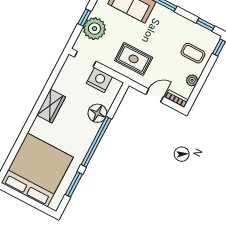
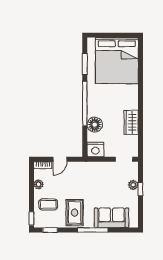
plant: (94, 29) -> (133, 185), width x0.53, depth x0.53
rug: (134, 59) -> (75, 213), moved, turned 90
nightstand: (99, 80) -> (95, 149), moved
wardrobe: (51, 106) -> (131, 122), moved

